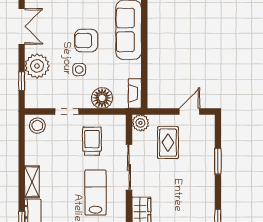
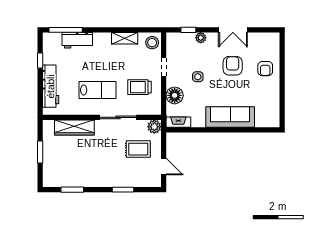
armchair: (86, 41) -> (233, 66), moved
plant: (37, 66) -> (201, 38), width x0.53, depth x0.53
trolley: (92, 141) -> (139, 87), turned 180
shelving: (32, 182) -> (125, 38), moved

